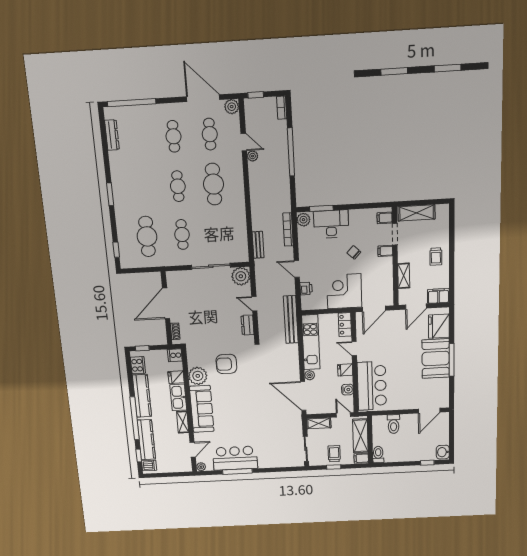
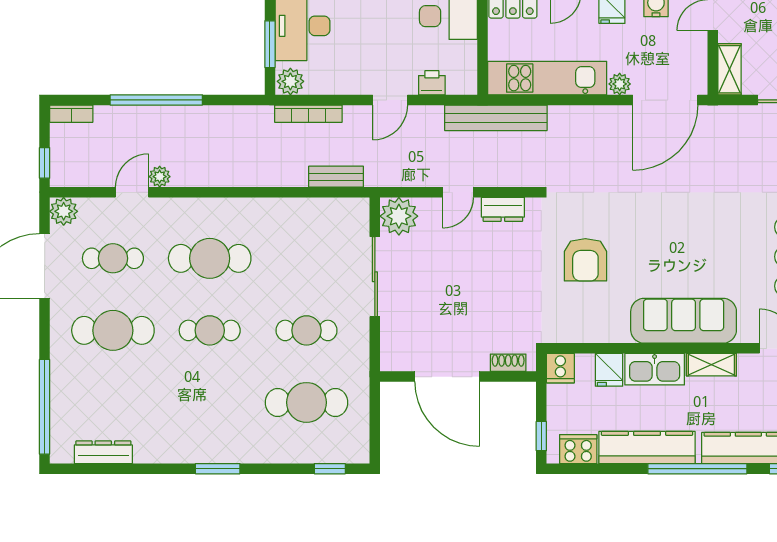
cafe table: (173, 136) -> (113, 330), width x1.37, depth x1.35
plant: (198, 376) -> (609, 323), removed

